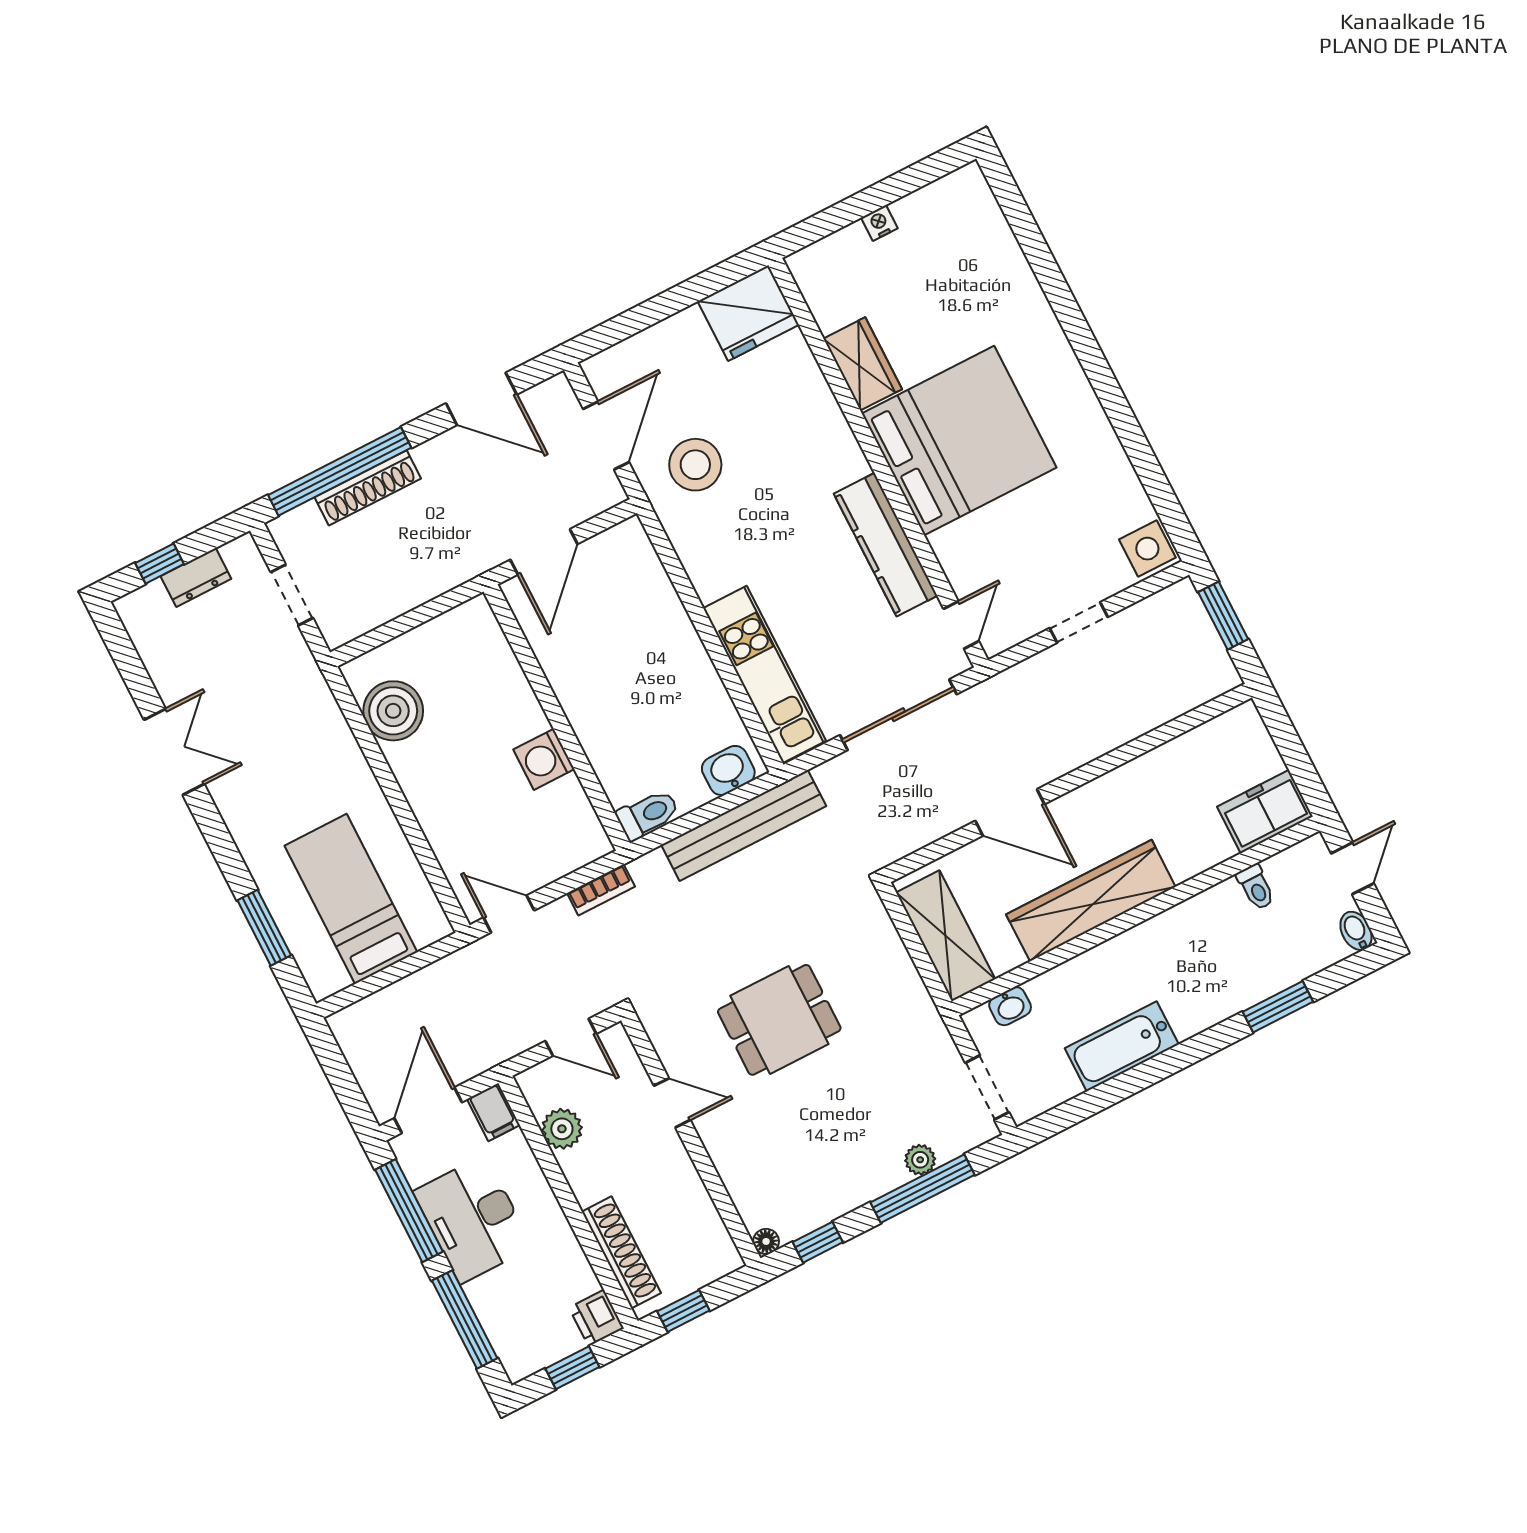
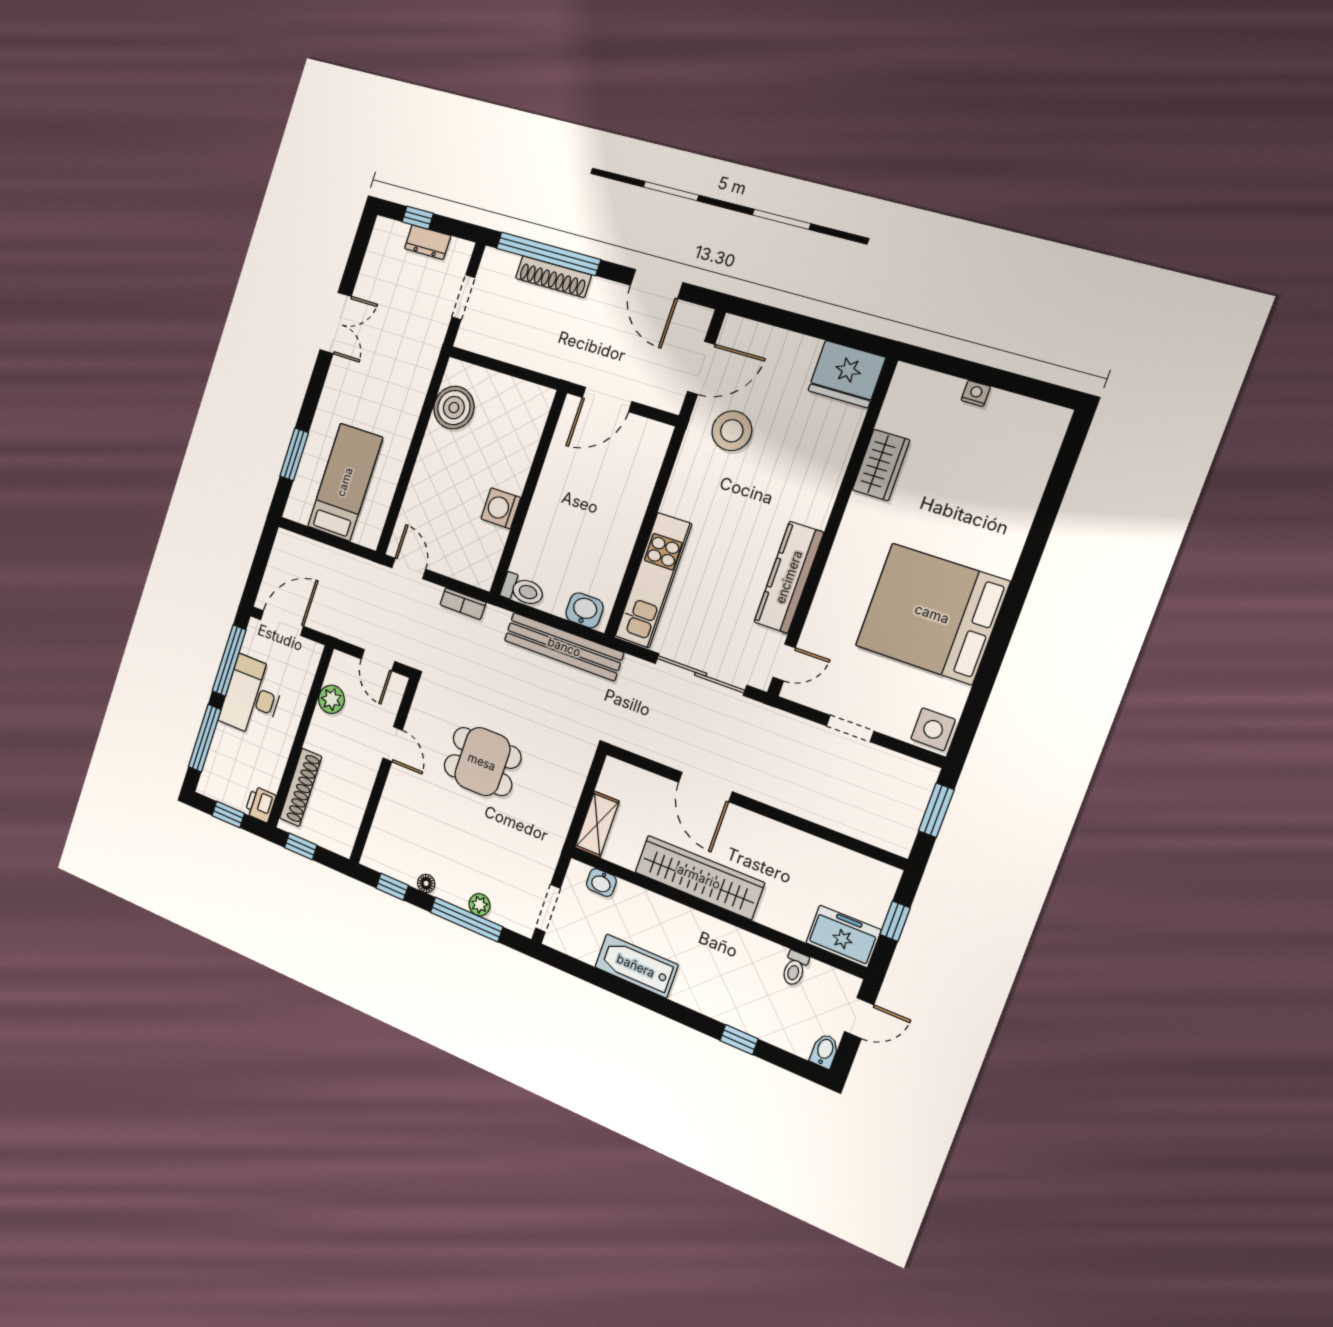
bed: (959, 441) -> (932, 614), moved, turned 180
window: (1292, 750) -> (895, 921), added
shelving: (946, 936) -> (597, 824), width x0.67, depth x0.75
window: (1278, 1007) -> (739, 1040), width x0.67
filing cabinet: (493, 1112) -> (309, 657), removed
floor lamp: (766, 1241) -> (426, 883), moved

